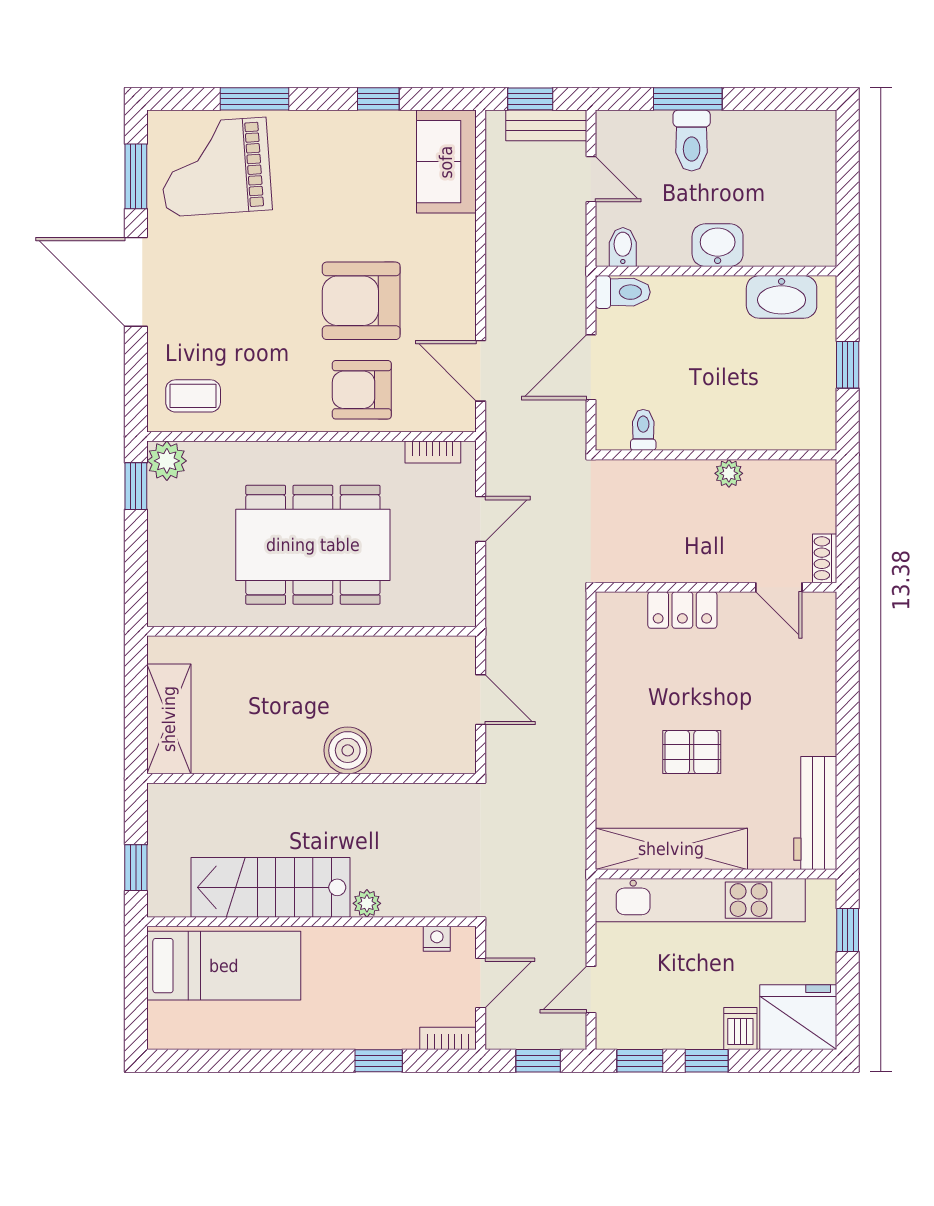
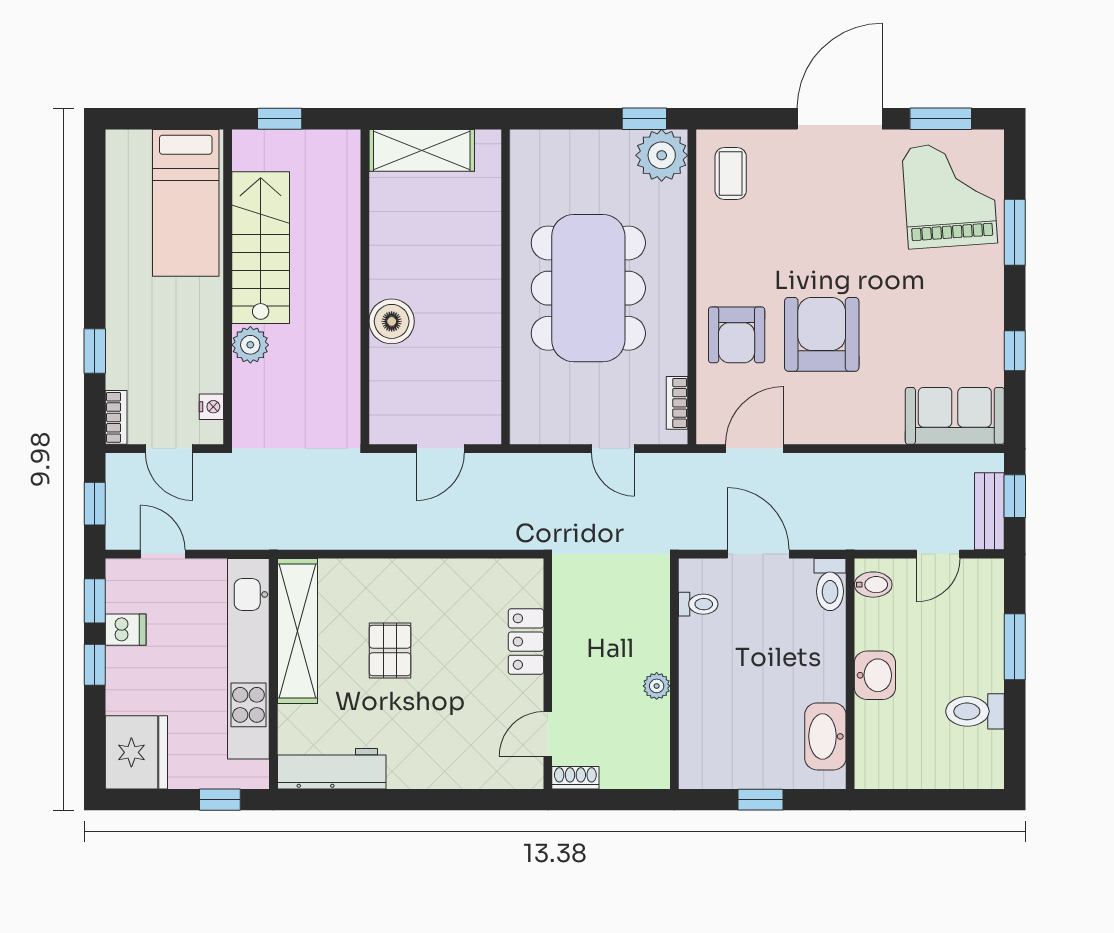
toilet: (692, 140) -> (975, 711), moved
armchair: (362, 390) -> (737, 335), turned 180
plant: (167, 461) -> (662, 155), width x1.36, depth x1.36
plant: (367, 903) -> (250, 345), width x1.38, depth x1.38
dishwasher: (740, 1029) -> (126, 630), moved

